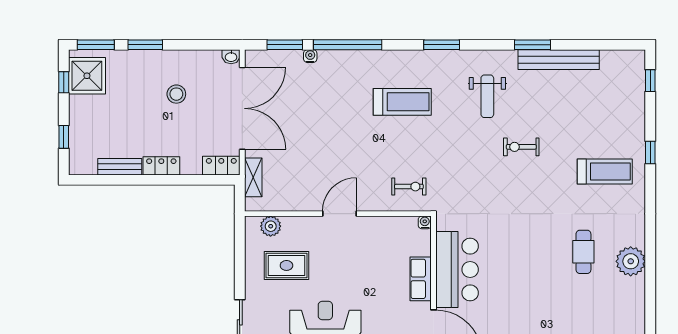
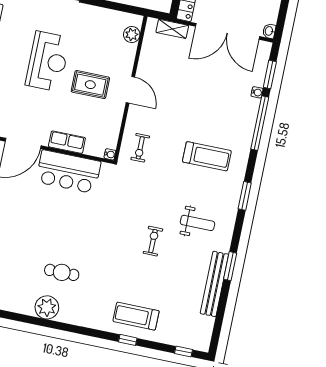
weight bench: (487, 96) -> (197, 223), turned 180
treadmill: (402, 102) -> (207, 156), turned -90
treadmill: (605, 171) -> (136, 316), moved, turned 90
rug: (286, 265) -> (90, 85), moved, turned 90

